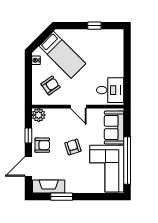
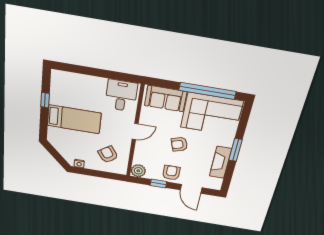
bed: (62, 55) -> (74, 119), moved, turned 45
fireplace: (49, 187) -> (220, 162), moved
window: (62, 197) -> (235, 150), moved

